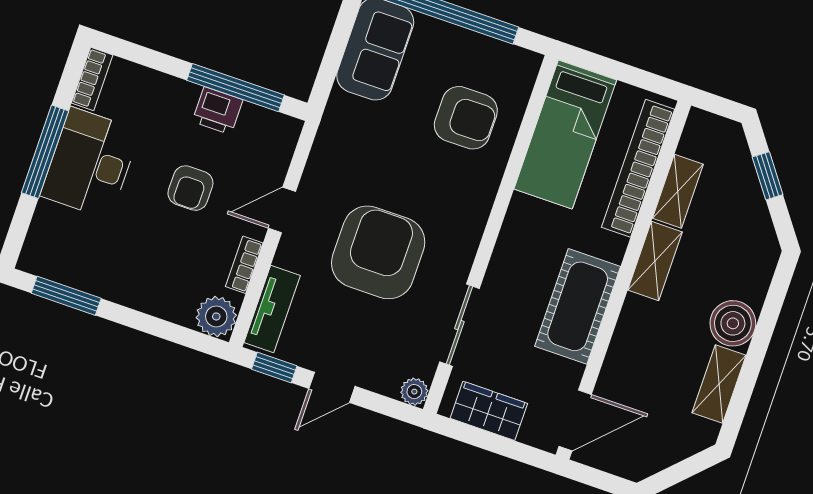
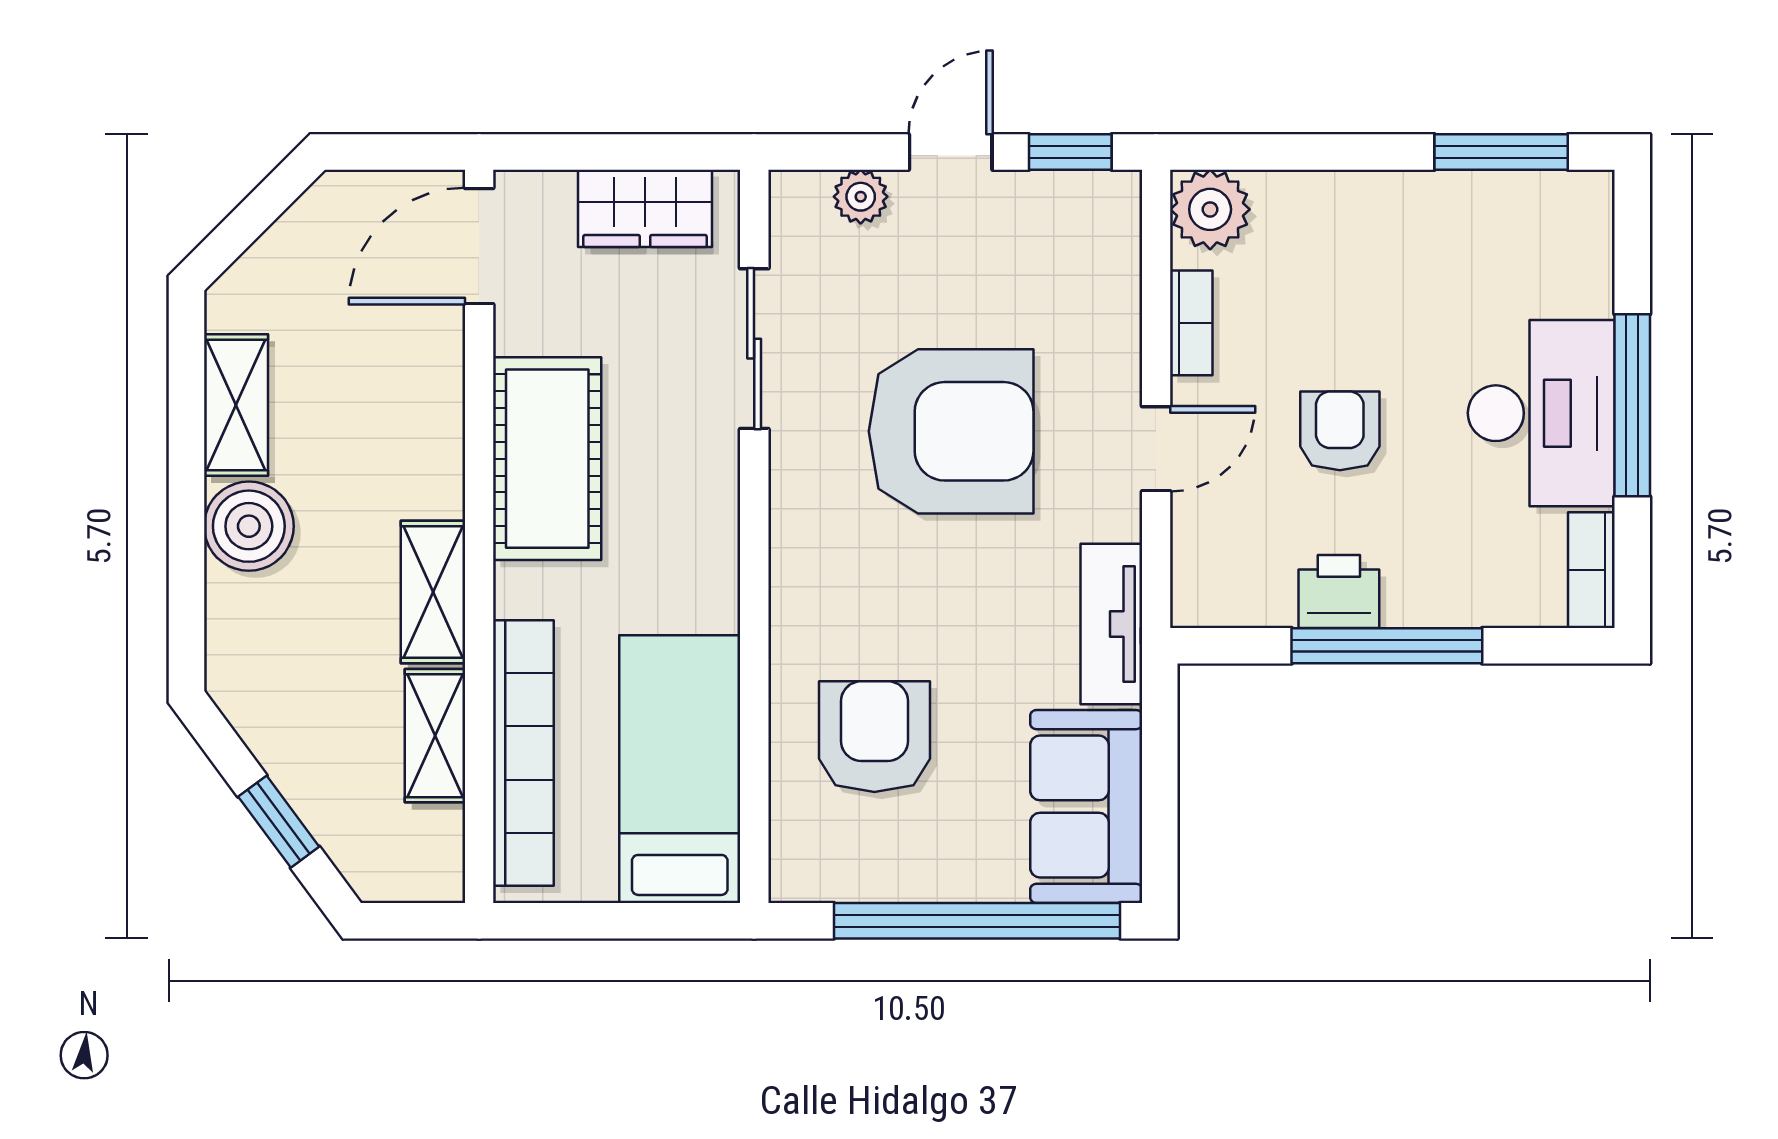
window: (236, 88) -> (1387, 646), moved
armchair: (466, 118) -> (874, 737), turned 90
armchair: (378, 252) -> (951, 431), turned -90
tv unit: (272, 309) -> (1111, 624), moved
plant: (414, 392) -> (861, 197), moved

